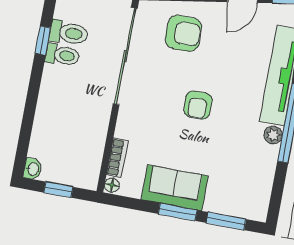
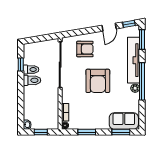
toilet: (69, 33) -> (32, 80), moved
armchair: (198, 105) -> (98, 81), width x1.88, depth x1.88
sofa: (175, 188) -> (124, 121), moved
window: (178, 212) -> (87, 132), moved

